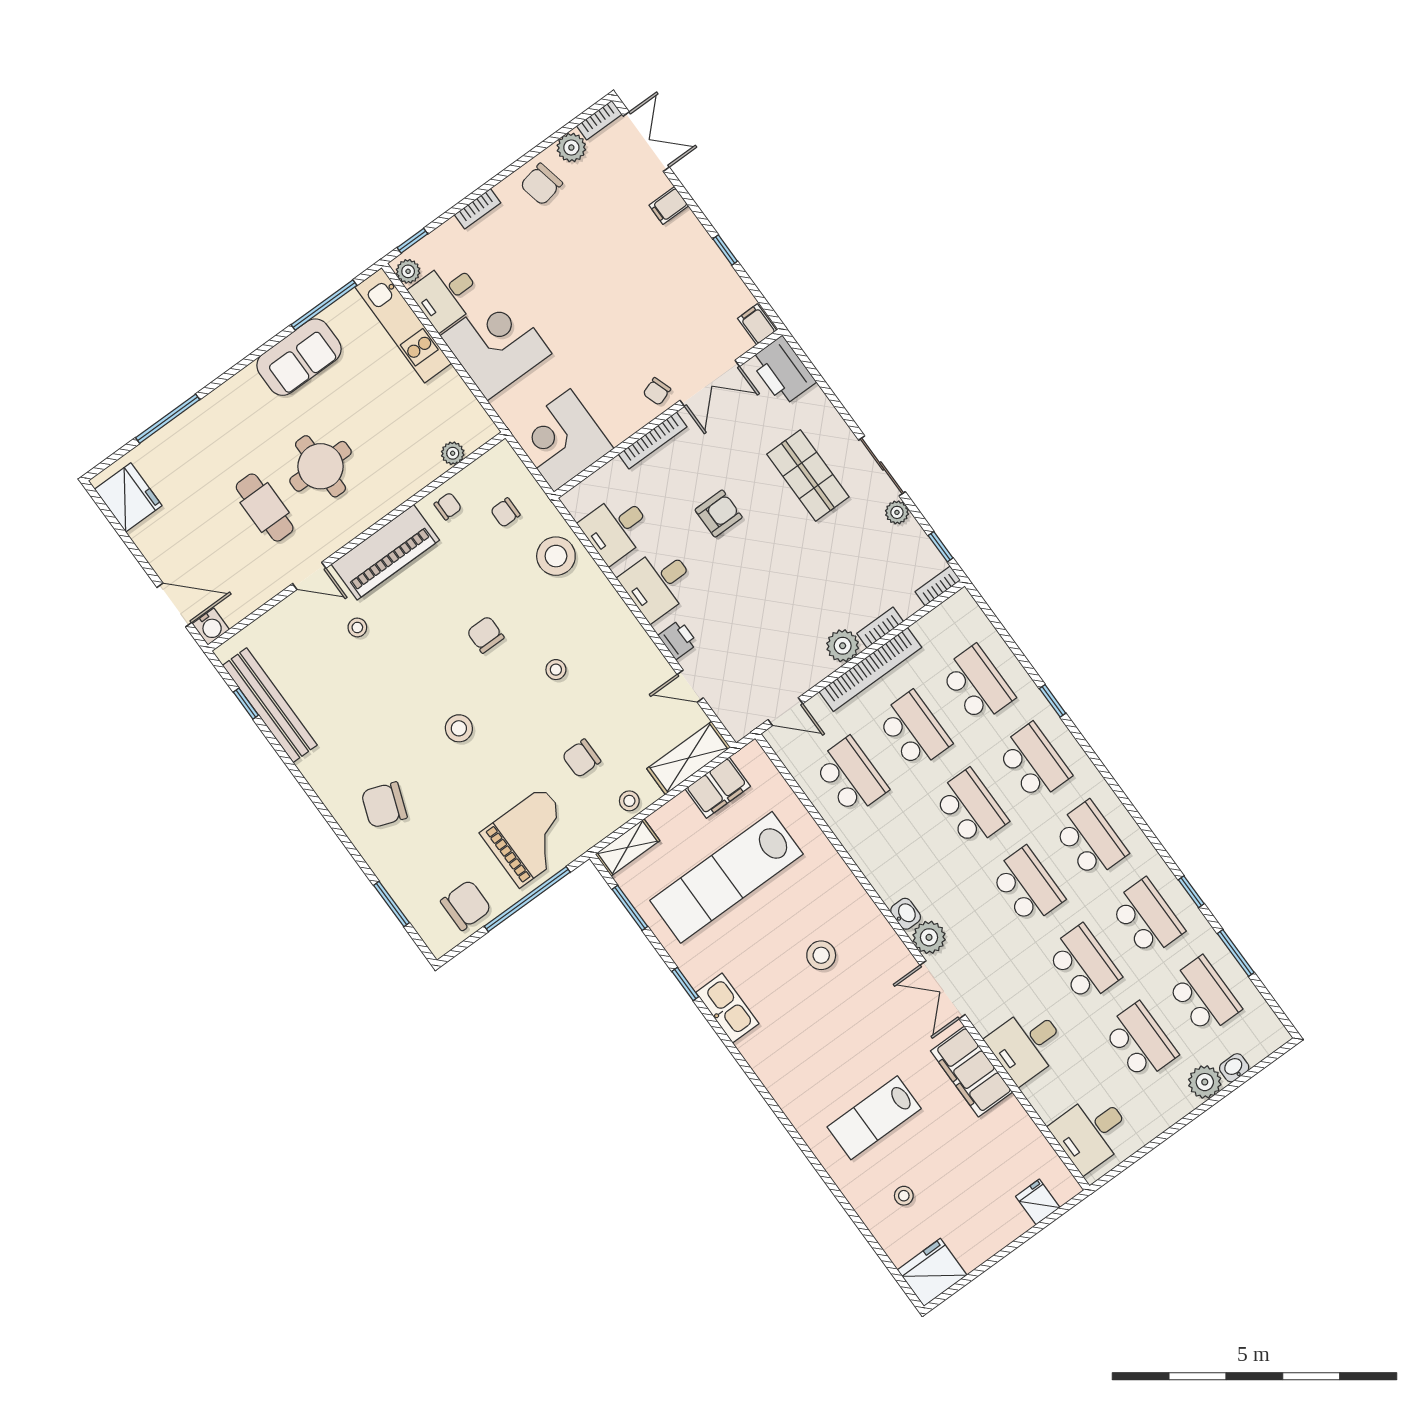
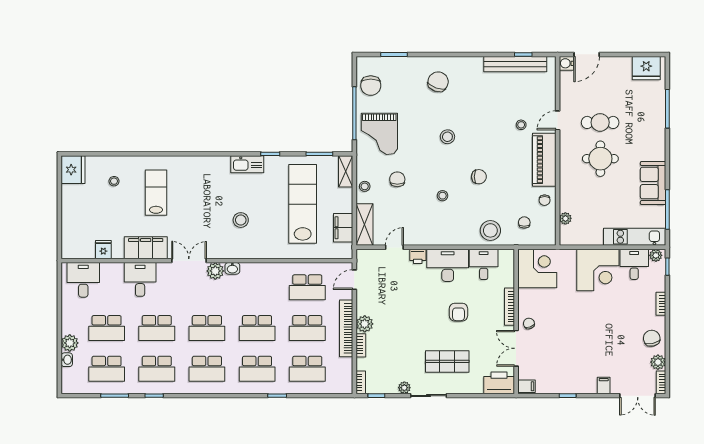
desk: (658, 583) -> (448, 265), width x1.37
fridge: (1038, 1202) -> (103, 250), moved, turned -90

